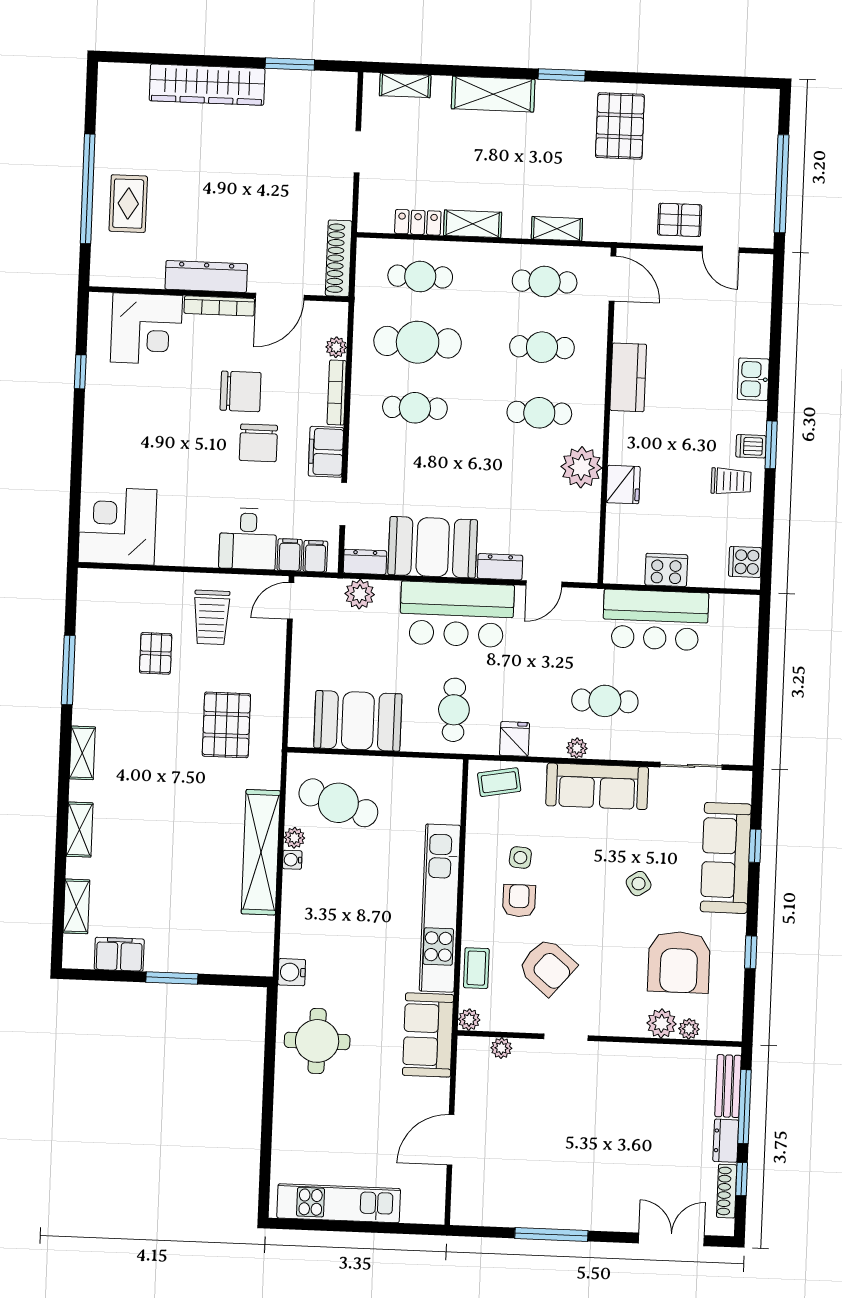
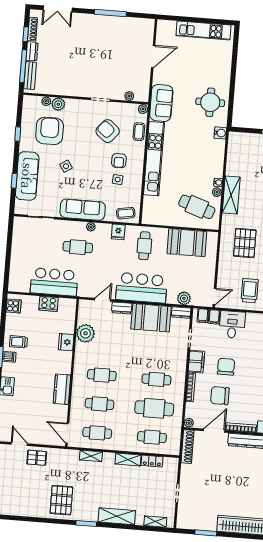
plant: (336, 347) -> (189, 423), moved
chair: (241, 391) -> (220, 396), moved
plant: (581, 467) -> (85, 333), moved
shelving: (261, 852) -> (231, 195), width x0.68

